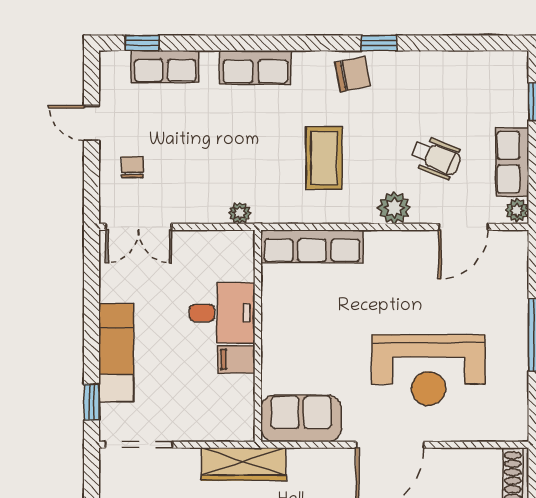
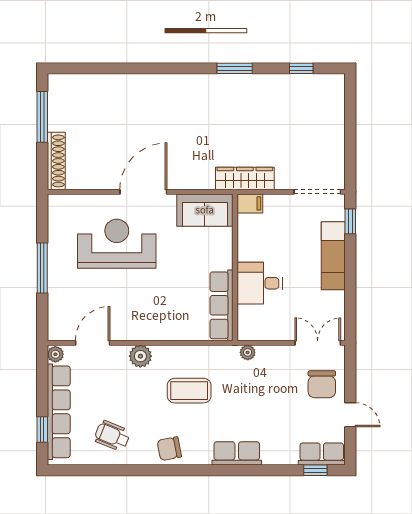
window: (379, 43) -> (151, 470), removed
row of seats: (165, 67) -> (322, 454), moved
wheelchair: (436, 157) -> (112, 436), moved
coffee table: (324, 158) -> (189, 391), turned 90
row of seats: (512, 162) -> (59, 412), width x2.02
chair: (133, 167) -> (322, 384), width x1.87, depth x1.87
row of seats: (312, 246) -> (222, 305), moved, turned -90
filing cabinet: (236, 359) -> (250, 203), moved

